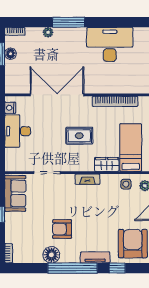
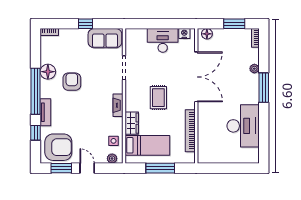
floor lamp: (11, 54) -> (207, 34), moved

